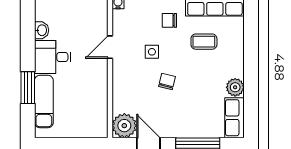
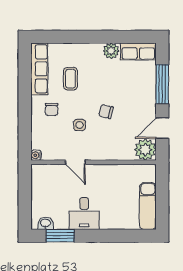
washbasin: (42, 30) -> (45, 223), moved
window: (28, 88) -> (60, 236), moved
exam couch: (44, 102) -> (148, 206), moved, turned -90

